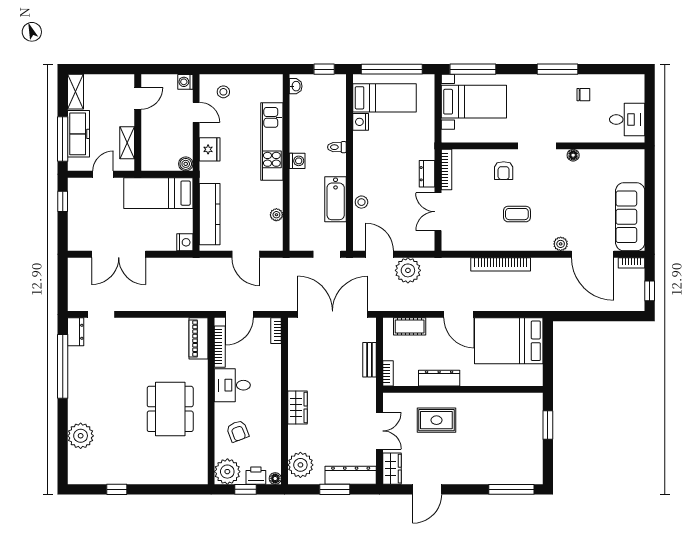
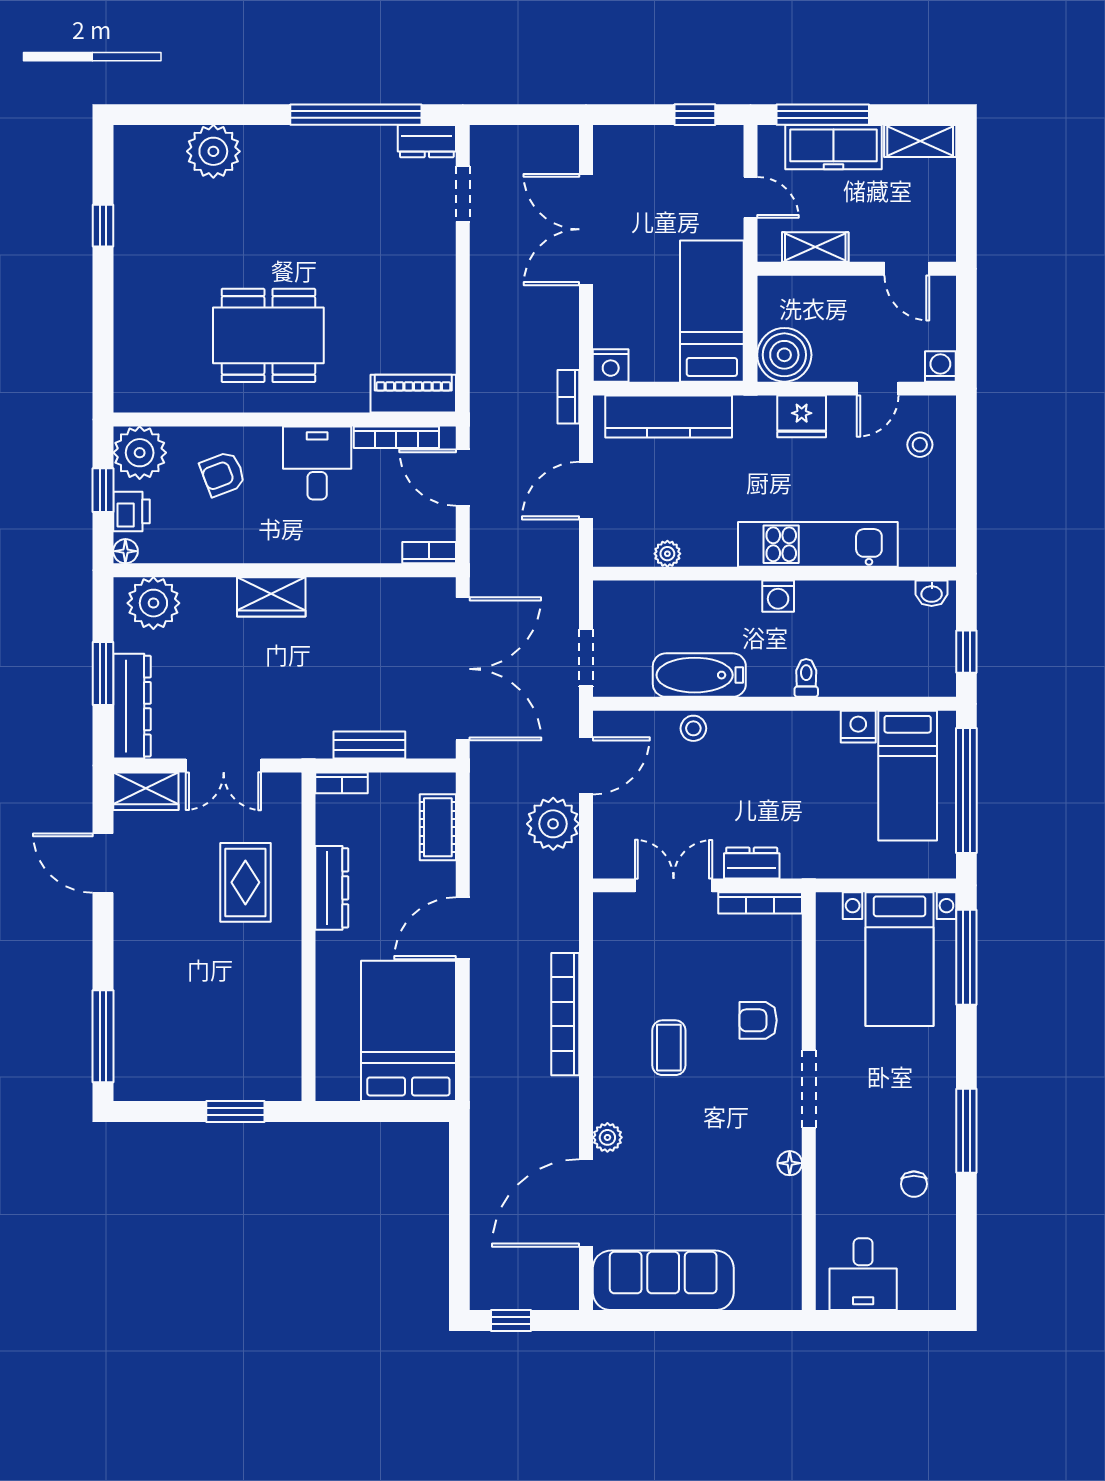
boiler: (186, 164) -> (784, 355), width x1.86, depth x1.86
bookcase: (631, 263) -> (568, 397), moved

